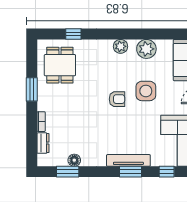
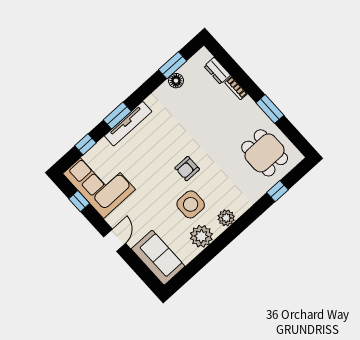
side table: (146, 91) -> (191, 204), moved

